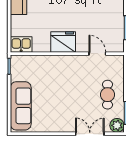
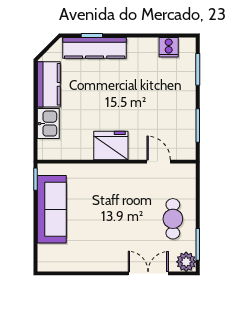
kitchen sink: (21, 45) -> (48, 124), moved, turned 90
sofa: (21, 106) -> (52, 209), moved

